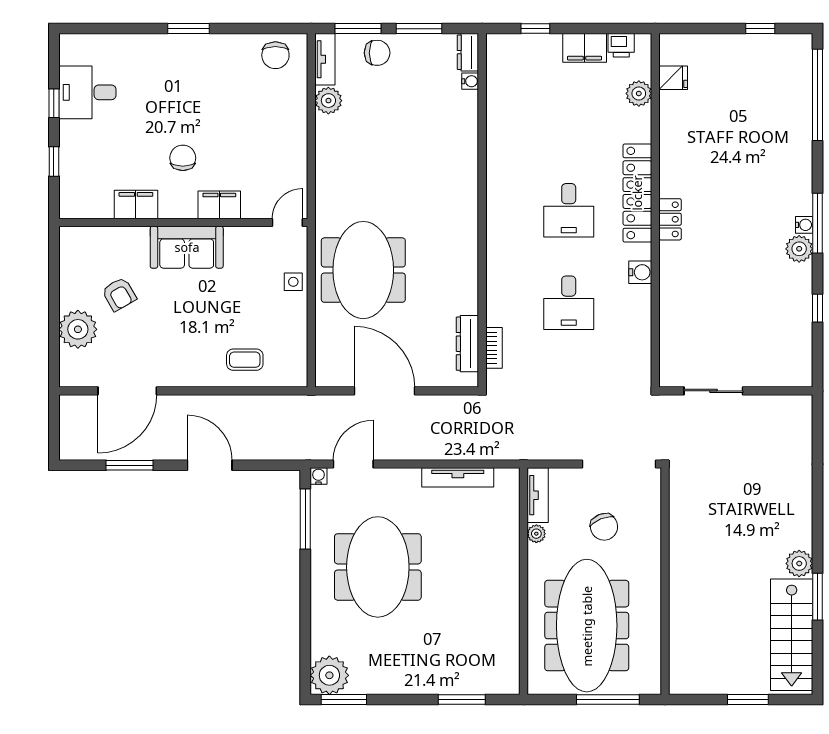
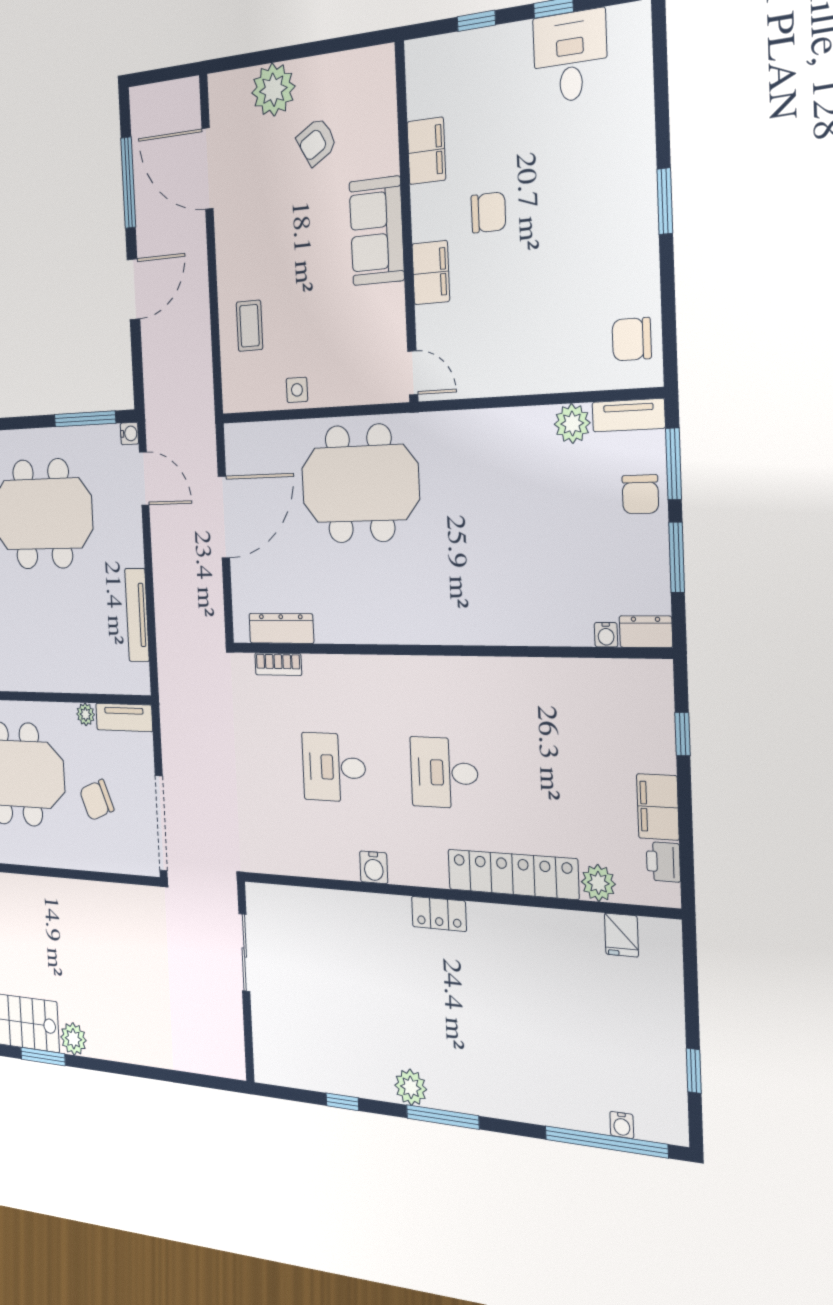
locker: (637, 193) -> (513, 874), moved
water cooler: (804, 225) -> (622, 1125), moved
side table: (293, 282) -> (297, 390), moved
window: (129, 465) -> (128, 183), width x1.44

